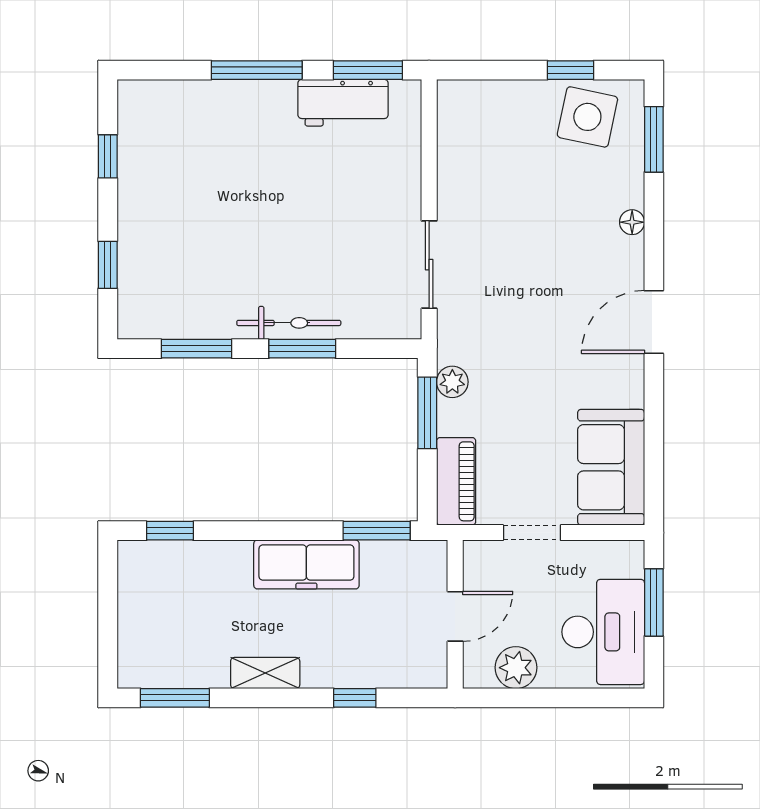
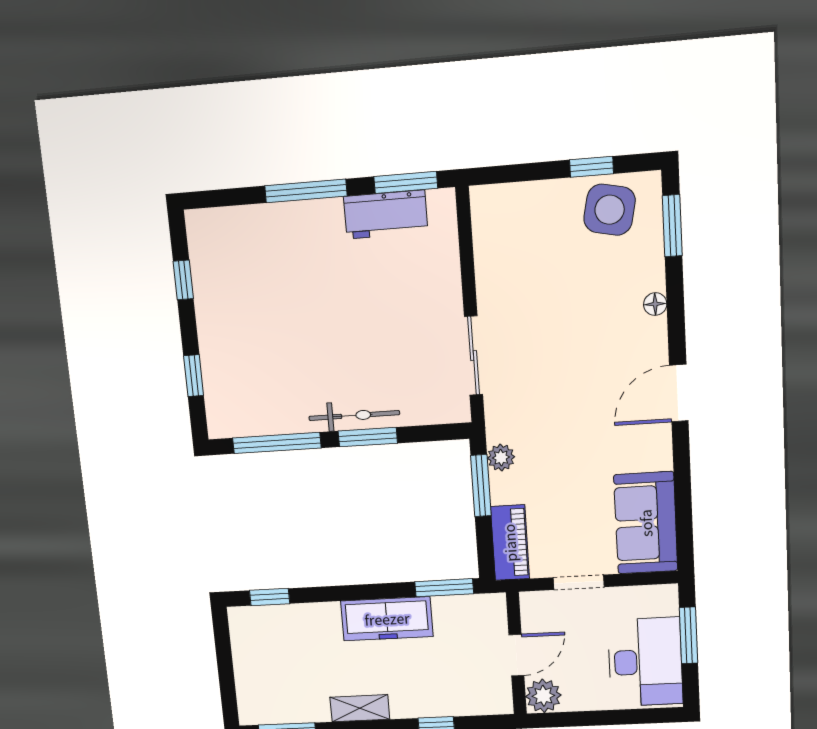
window: (197, 349) -> (277, 443), width x1.44
plant: (516, 668) -> (543, 696), moved

